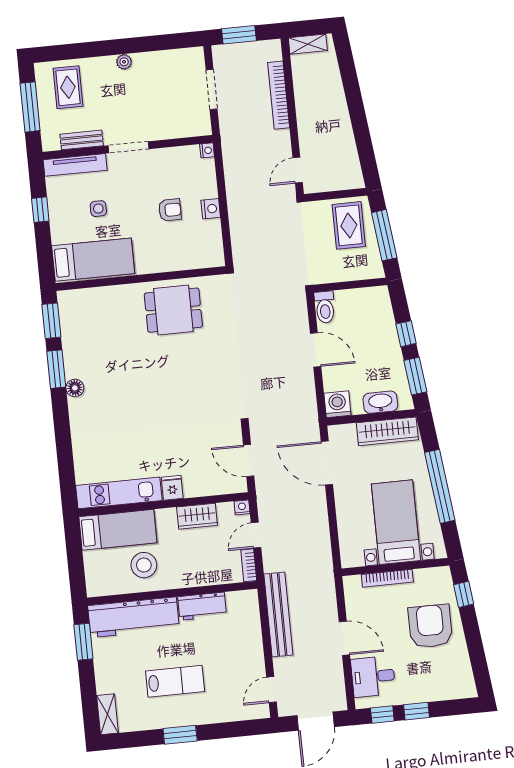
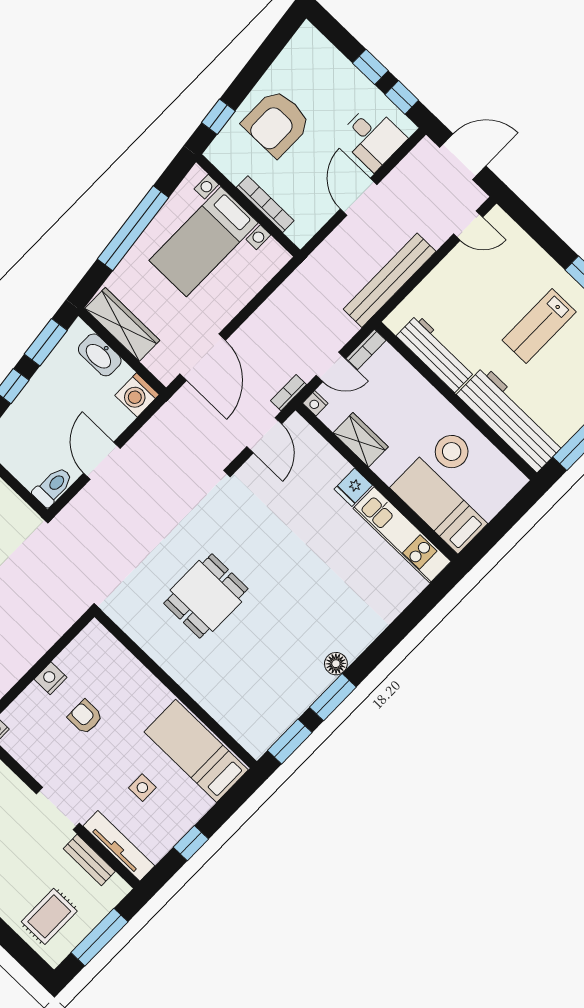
dining table: (173, 310) -> (206, 596), moved, turned 90
bookcase: (262, 497) -> (289, 393), added
workbench: (202, 606) -> (436, 353), width x1.37
lab bench: (175, 681) -> (539, 326), turned -90

